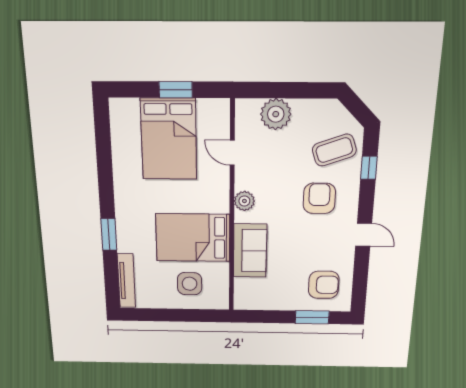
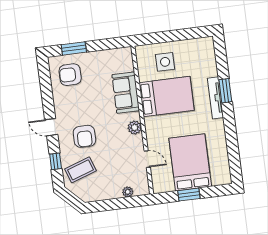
plant: (276, 114) -> (128, 192), width x0.53, depth x0.53
door: (364, 235) -> (51, 127), moved
tv unit: (126, 281) -> (215, 98), moved

